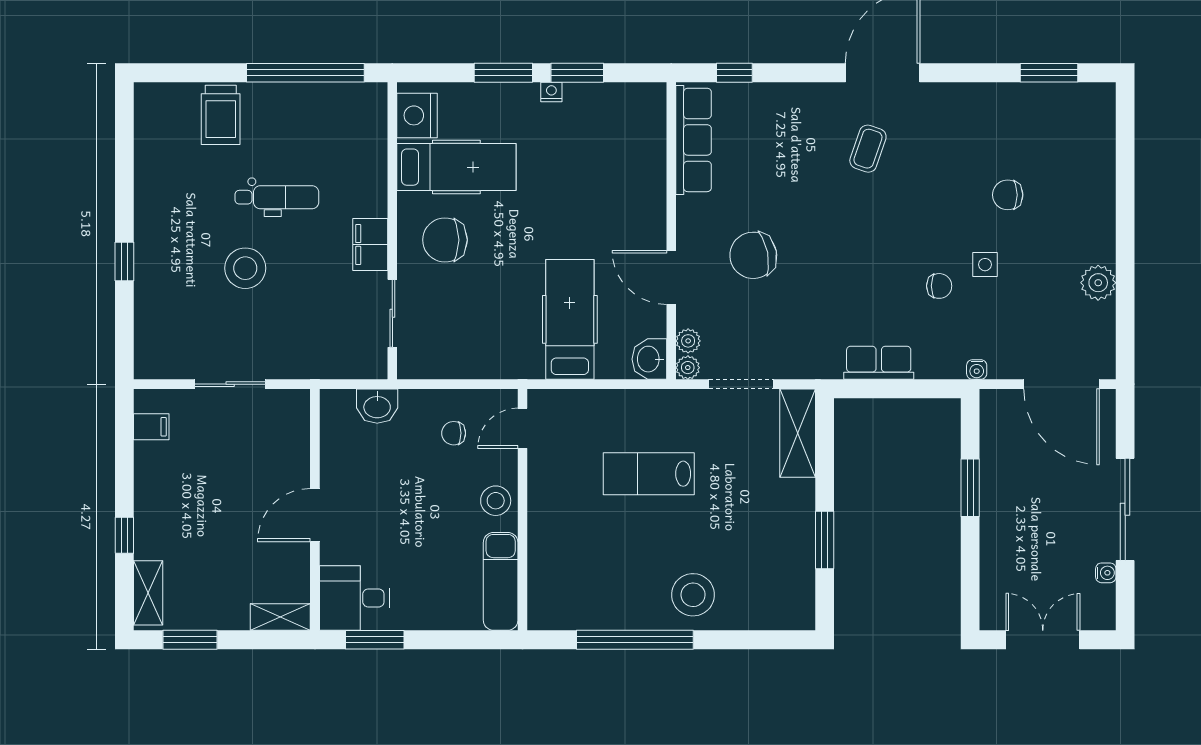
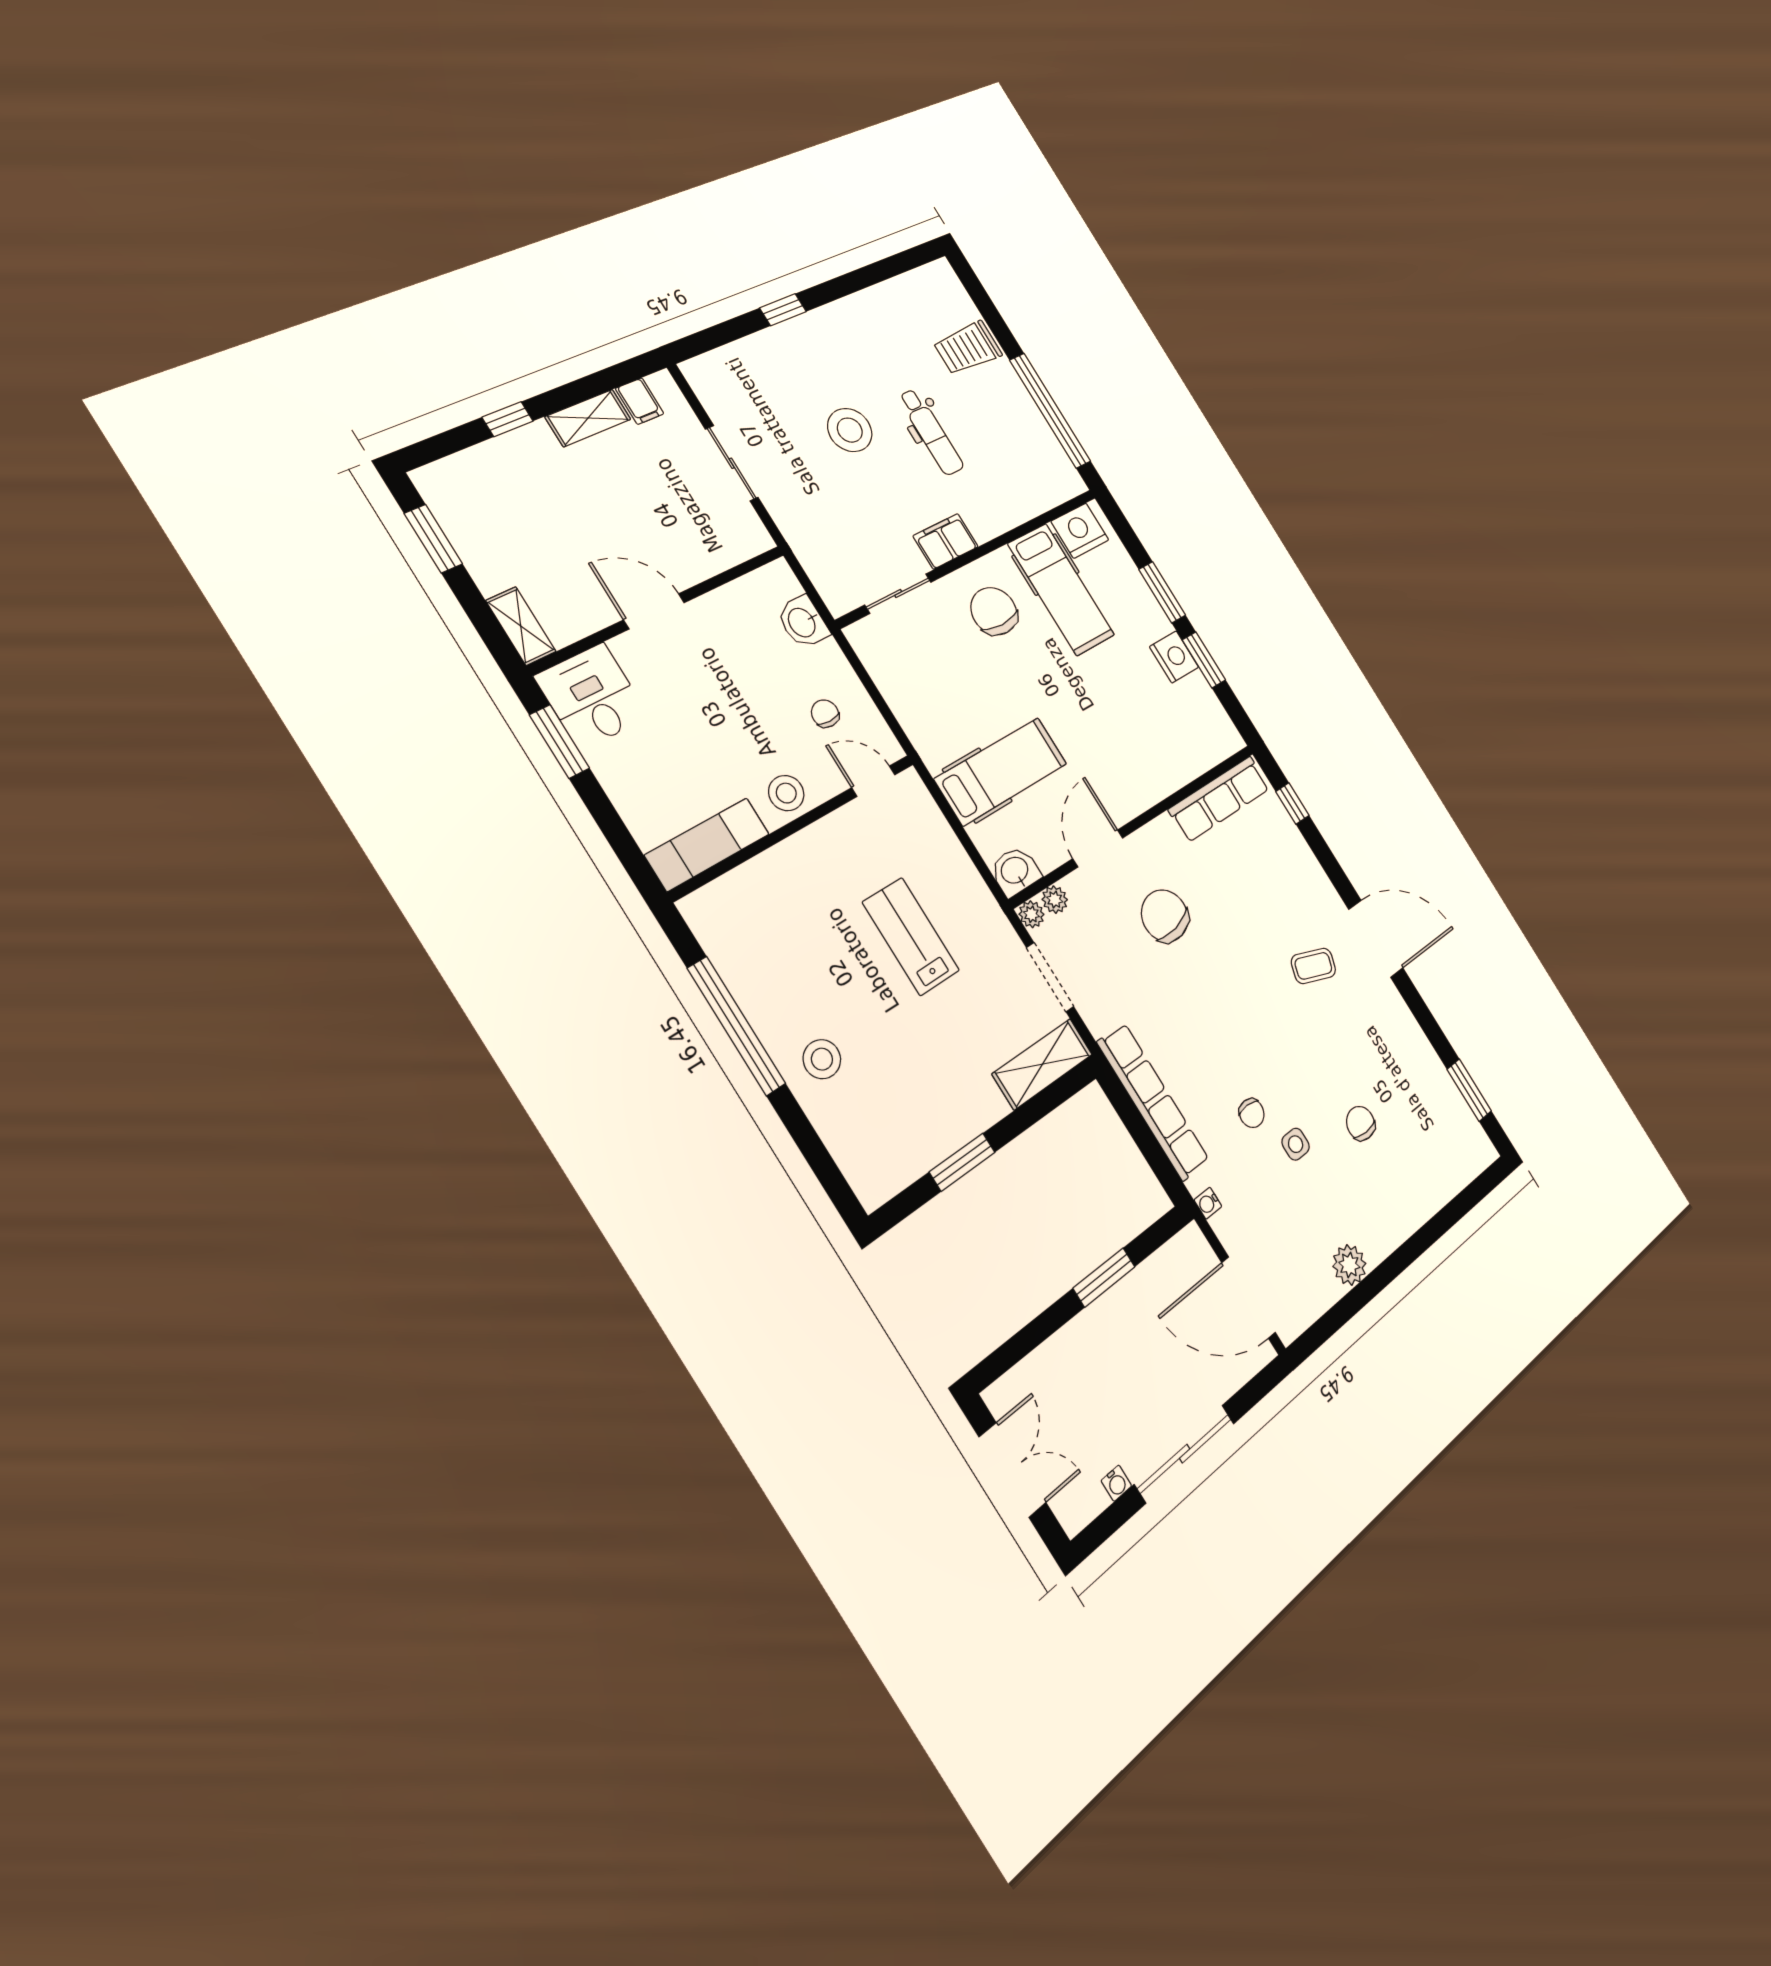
nightstand: (551, 92) -> (1174, 657), width x1.89, depth x1.79
row of seats: (879, 363) -> (1153, 1102), width x2.02
door: (1062, 384) -> (1249, 1298), hinge flipped
shelving: (148, 593) -> (588, 418), moved
stool: (693, 595) -> (822, 1059), width x0.73, depth x0.73

